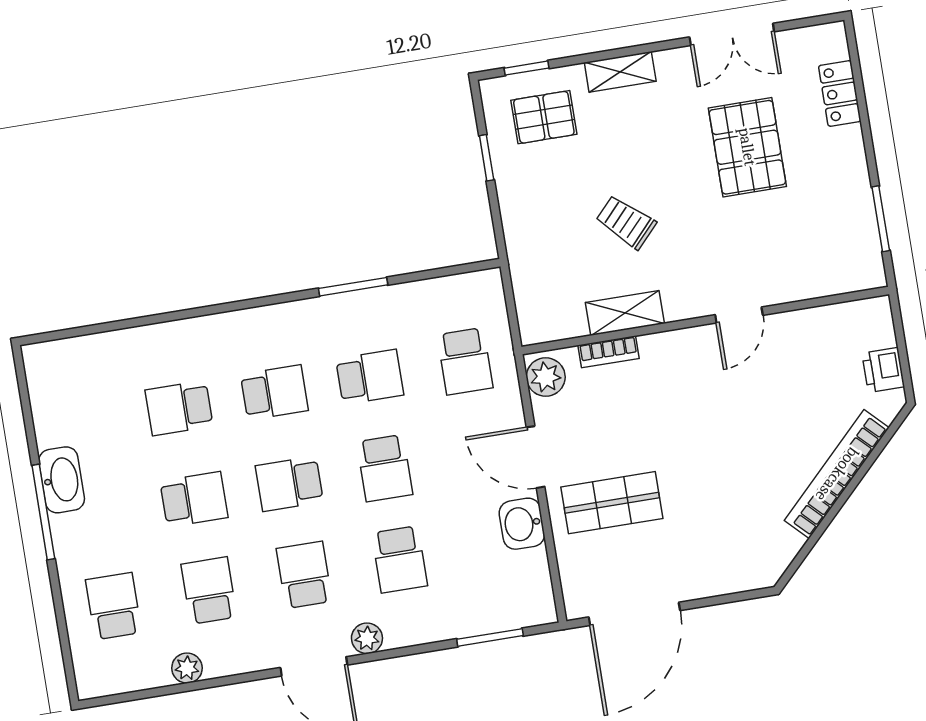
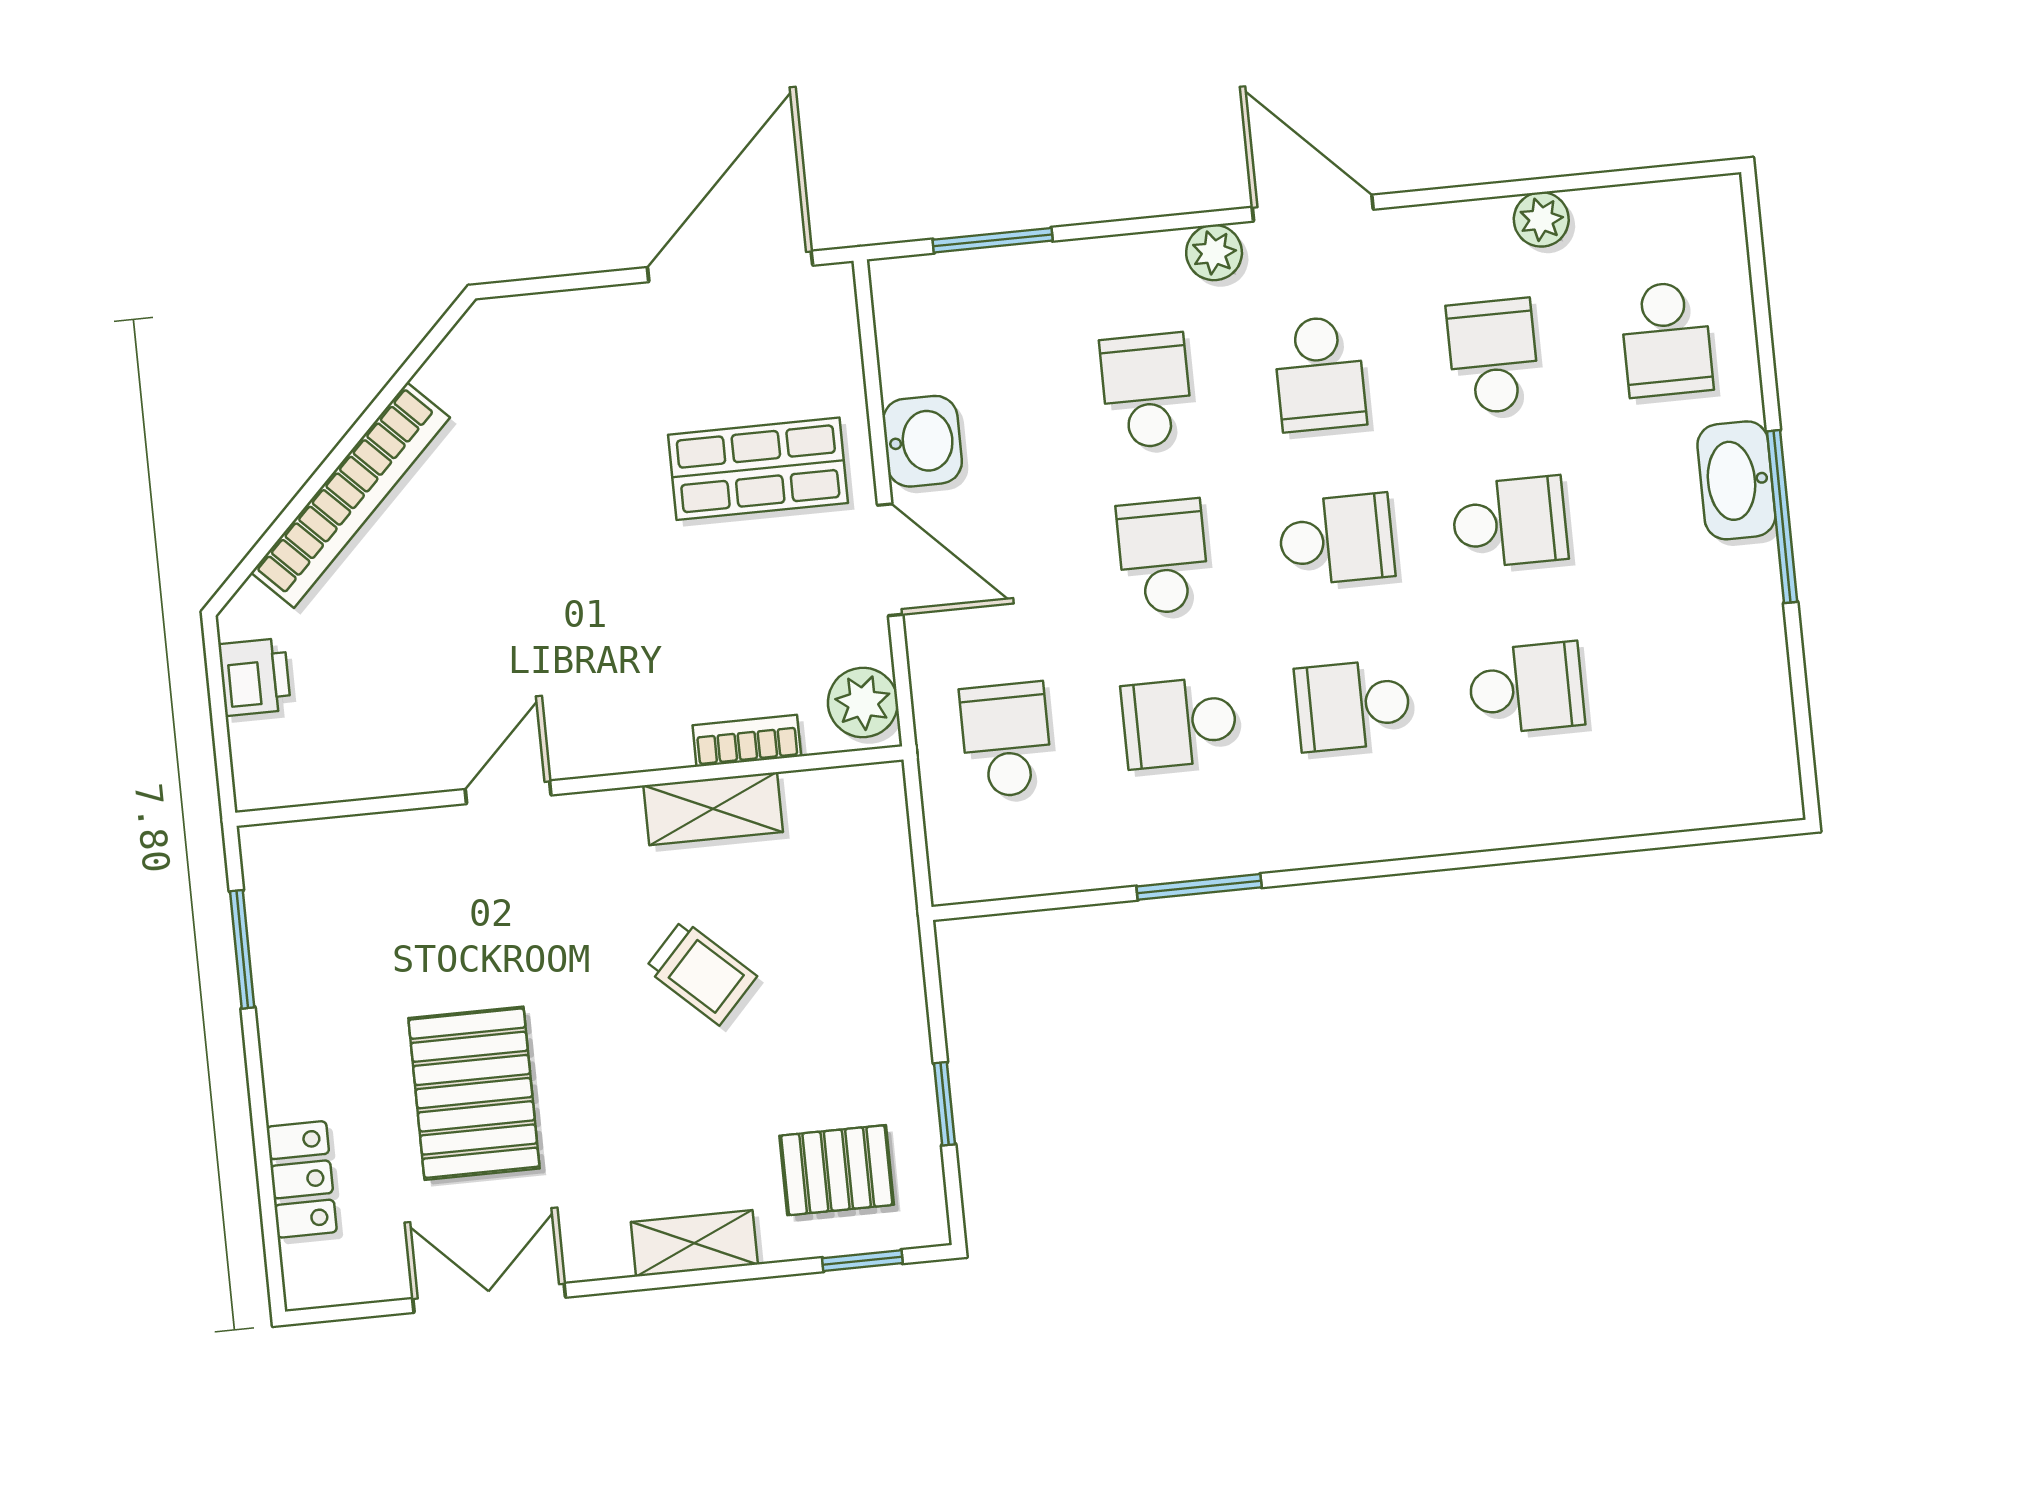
washbasin: (62, 480) -> (1736, 480), moved
school desk: (194, 499) -> (1510, 522), turned 180
school desk: (209, 591) -> (1493, 356), turned 180

